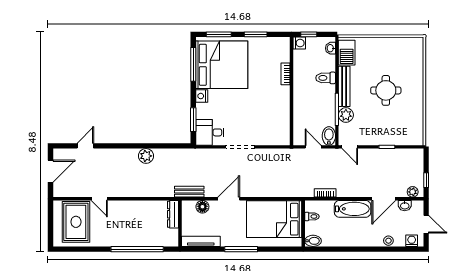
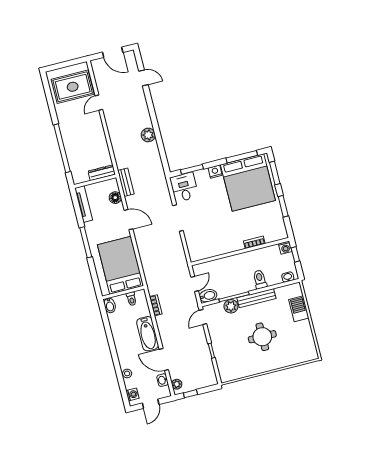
barbecue: (347, 53) -> (299, 309), moved, turned 90

